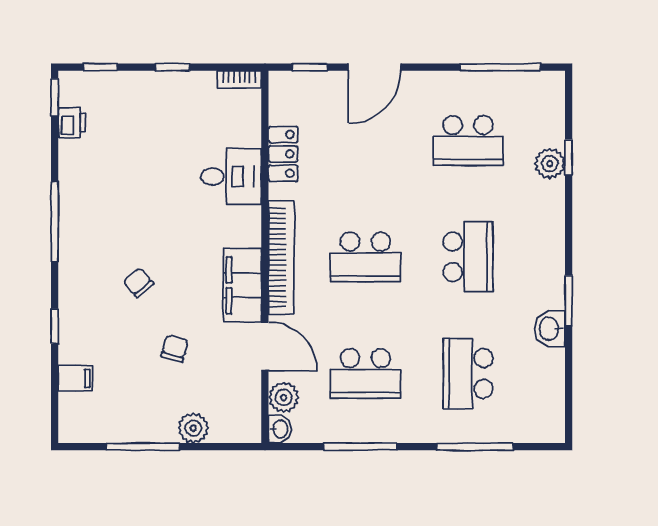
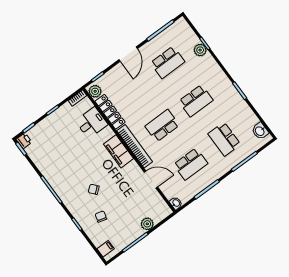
door: (375, 67) -> (128, 54), moved
printer: (72, 123) -> (24, 141), moved
locker: (283, 154) -> (110, 112), width x1.53
desk: (231, 177) -> (92, 123), moved
school desk: (365, 257) -> (162, 126), turned 180
school desk: (468, 257) -> (196, 101), turned 90
filing cabinet: (242, 285) -> (118, 151), moved
washbasin: (550, 329) -> (260, 131), moved
chair: (175, 348) -> (101, 217), moved
filing cabinet: (75, 378) -> (106, 249), moved
plant: (284, 397) -> (95, 91), moved

